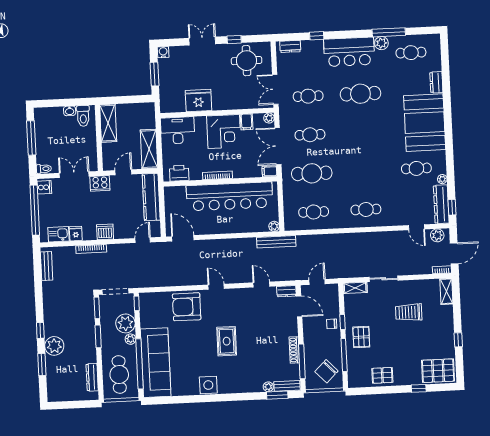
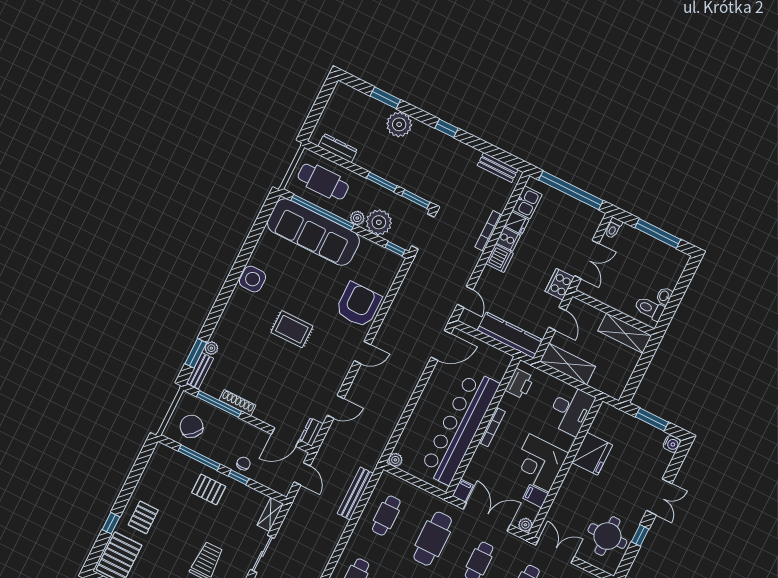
cooker: (44, 187) -> (508, 239), moved, turned -90
bench: (276, 242) -> (355, 493), moved
window: (40, 330) -> (446, 128), moved
pallet: (382, 375) -> (143, 517), moved

